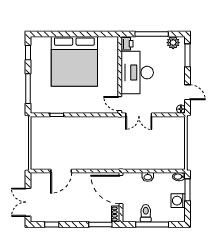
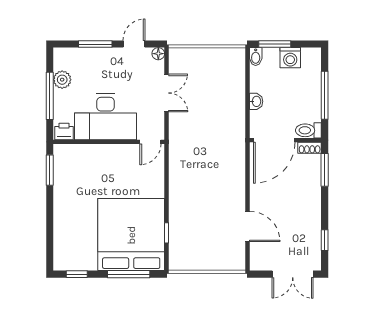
window: (100, 34) -> (50, 170), added
plant: (173, 43) -> (62, 80), moved
window: (188, 55) -> (95, 44), moved
bed: (74, 61) -> (131, 235), moved, turned -90
double door: (139, 115) -> (167, 93), moved
toilet: (146, 213) -> (308, 130), moved

